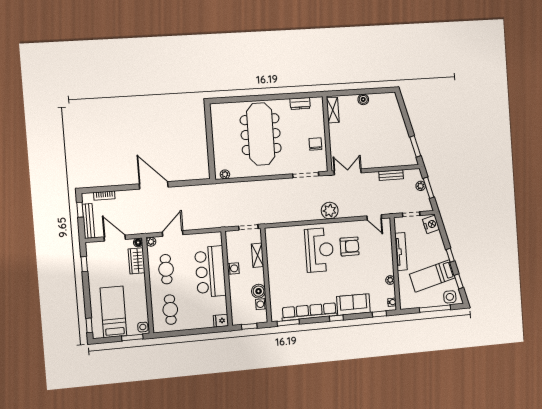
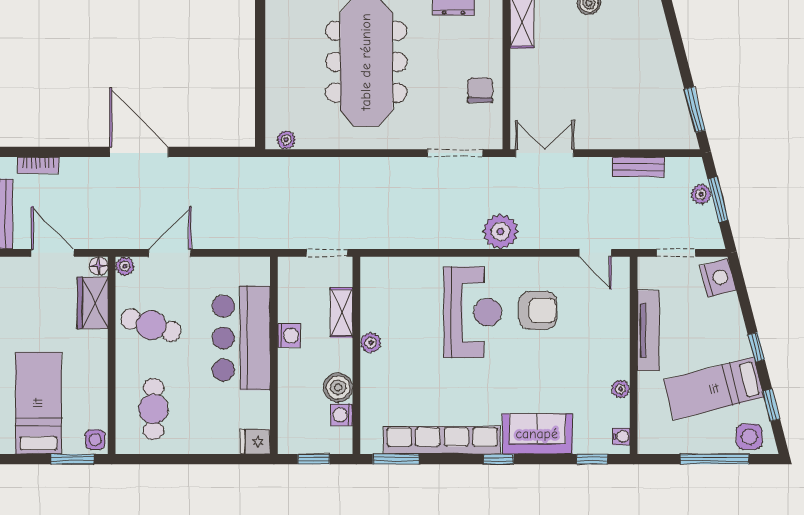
plant: (272, 268) -> (371, 343), added
cafe table: (166, 269) -> (151, 325), turned -73

